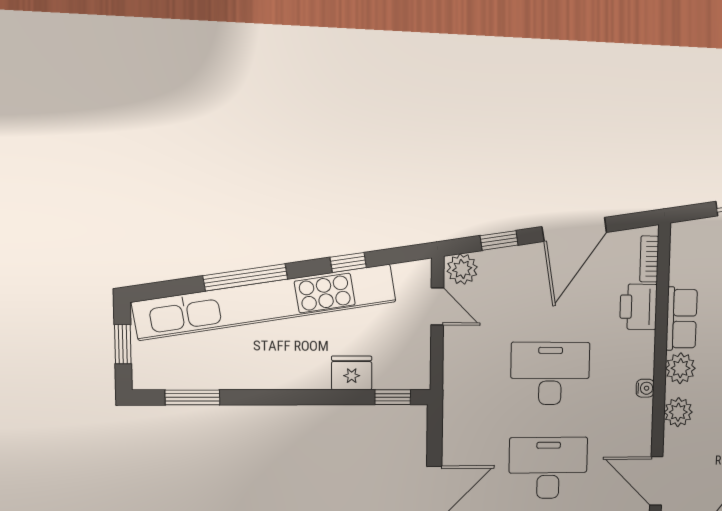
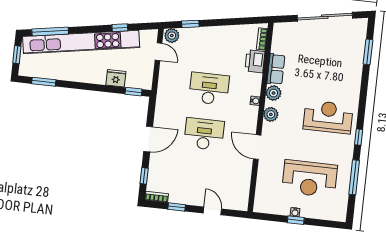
door: (574, 229) -> (227, 22), removed
window: (245, 277) -> (50, 31), moved

